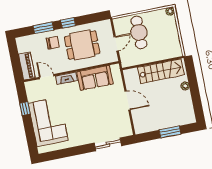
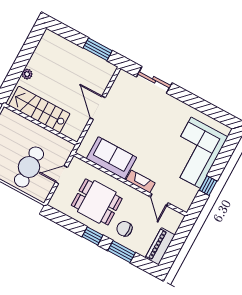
piano: (27, 66) -> (160, 246), moved
window: (170, 132) -> (98, 49), moved

